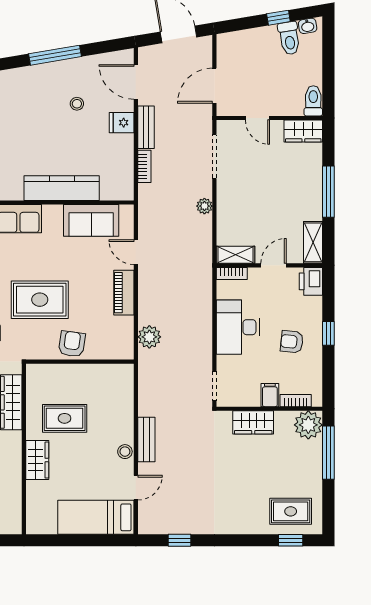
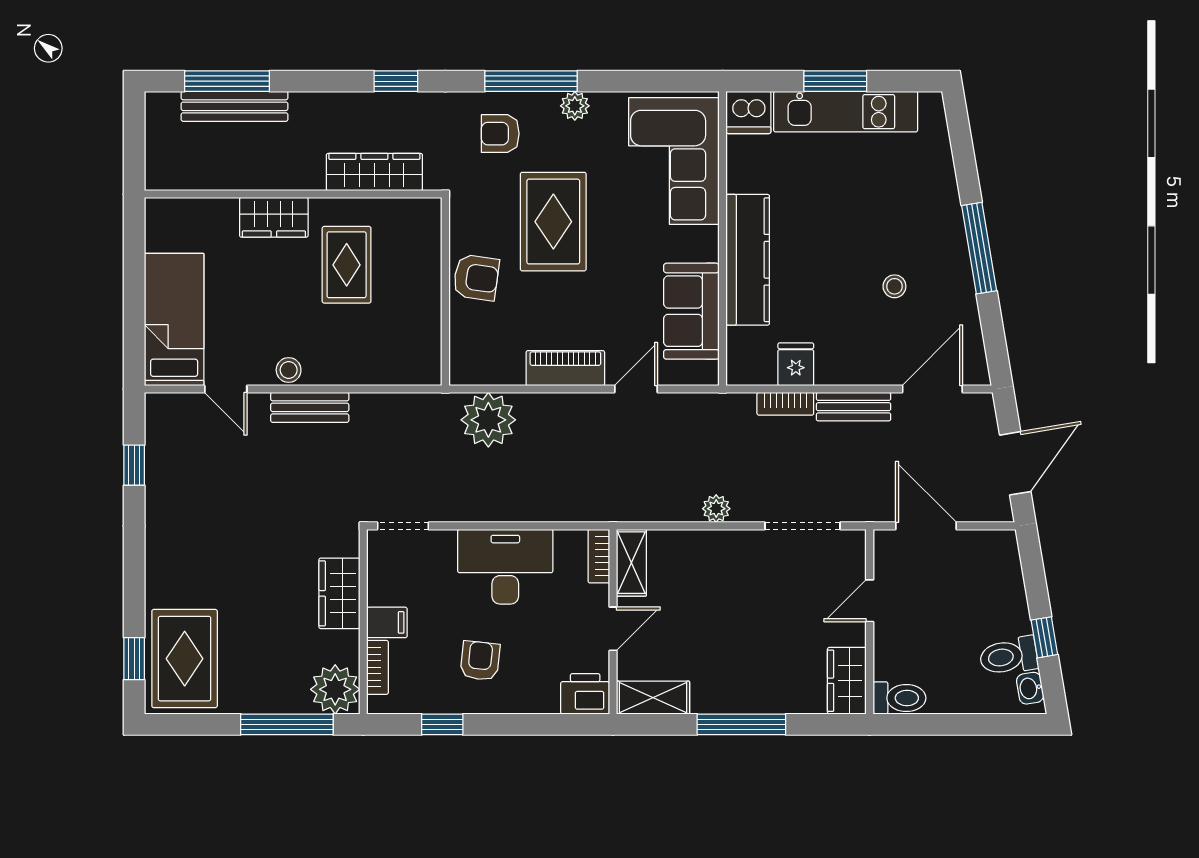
fridge: (122, 123) -> (796, 364), moved
door: (274, 265) -> (613, 629), hinge flipped
window: (328, 333) -> (442, 724), moved
plant: (149, 337) -> (488, 420), width x1.36, depth x1.36
rug: (291, 511) -> (185, 659), width x1.36, depth x1.43

